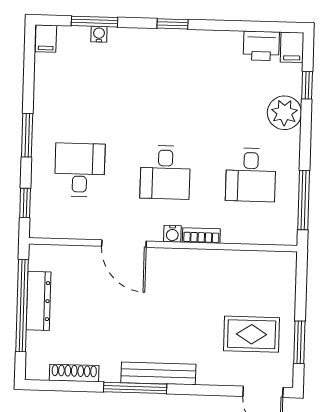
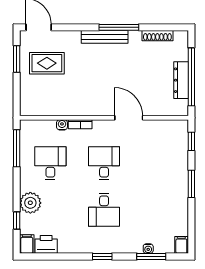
desk: (80, 170) -> (104, 210), moved
water cooler: (172, 234) -> (62, 125), moved

